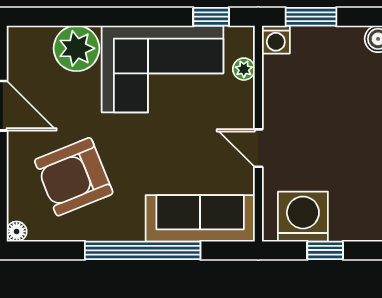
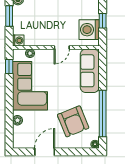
window: (311, 17) -> (9, 16), moved
plant: (77, 48) -> (17, 120), width x0.53, depth x0.53
window: (143, 250) -> (103, 114), moved

